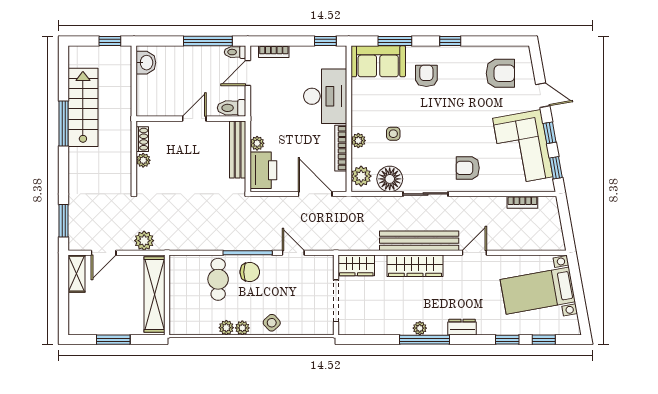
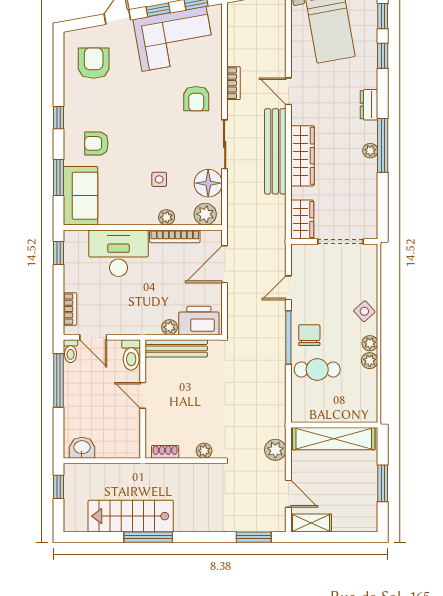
plant: (143, 160) -> (204, 451), moved
bookcase: (522, 202) -> (234, 83), moved

